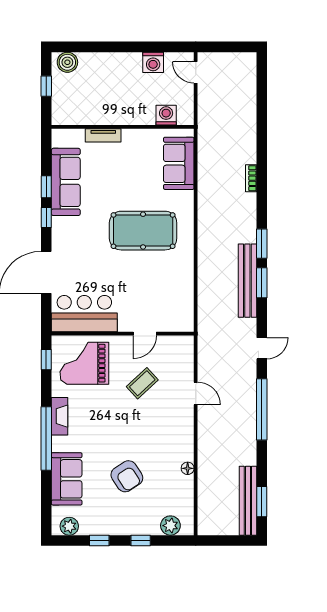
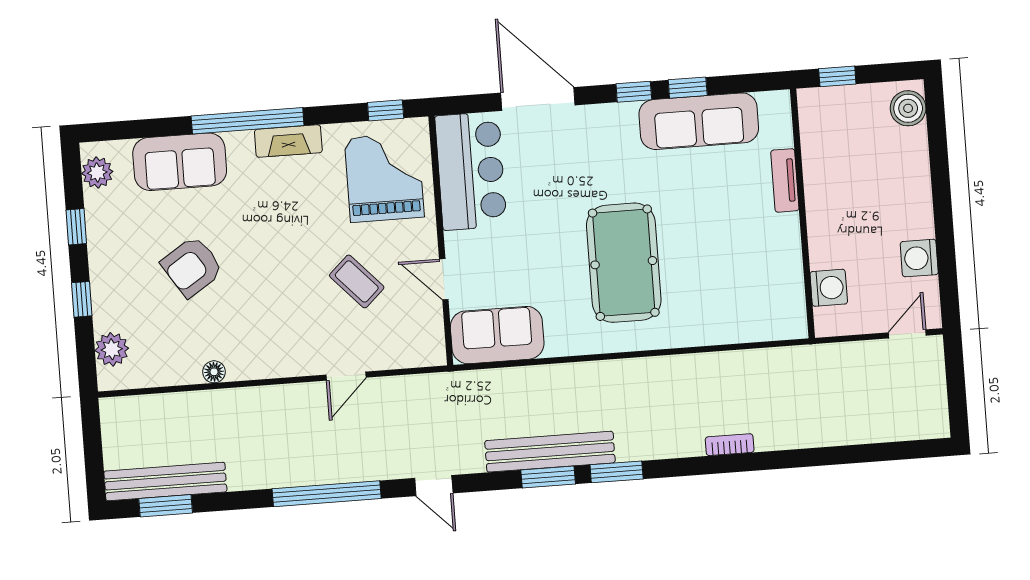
window: (46, 86) -> (837, 76), moved
sofa: (179, 163) -> (497, 335), moved

